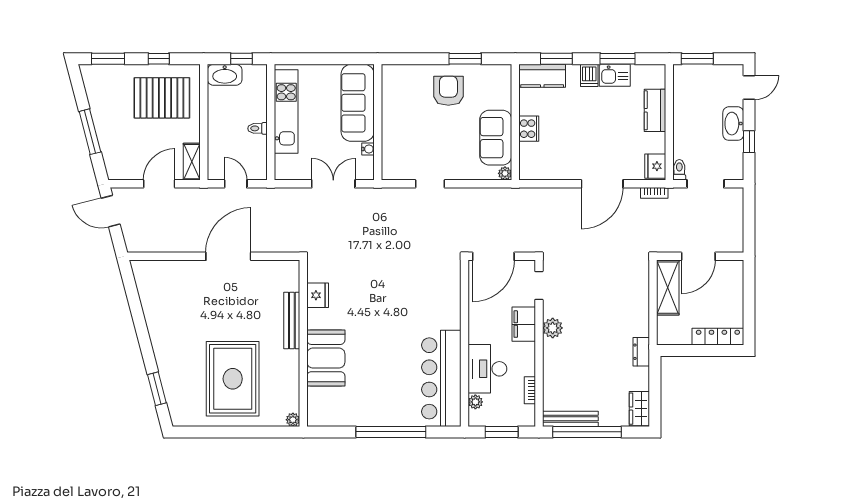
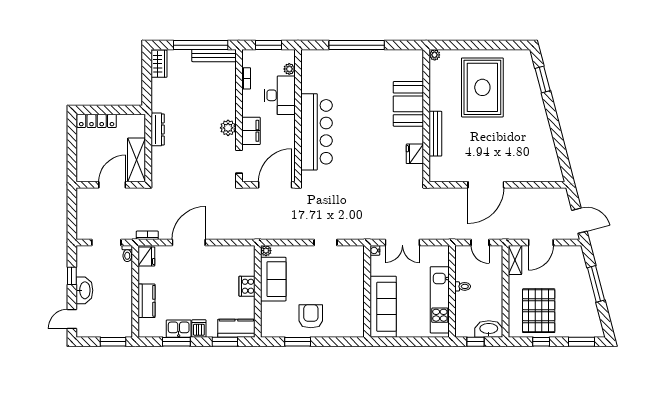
armchair: (448, 91) -> (311, 316), turned 180
pallet: (162, 98) -> (539, 311), turned 90
water cooler: (368, 149) -> (375, 250), moved
dresser: (641, 352) -> (158, 129), moved, width x1.44
bar counter: (441, 378) -> (316, 132), moved

